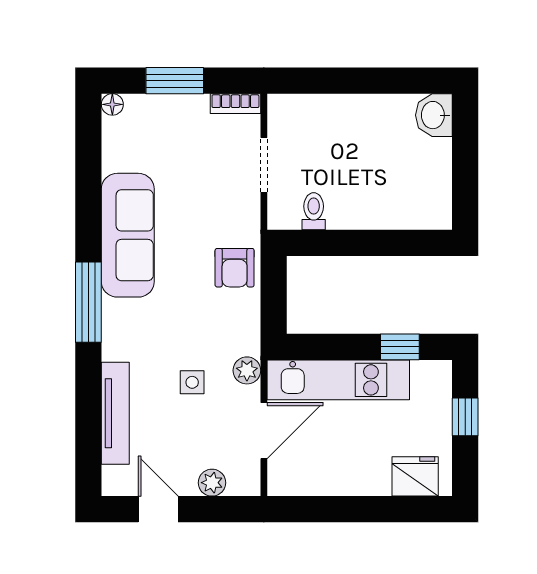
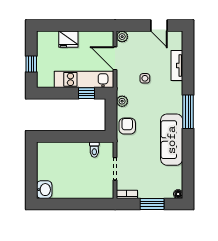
window: (400, 347) -> (87, 93), moved
plant: (247, 370) -> (122, 101), moved
tv unit: (115, 413) -> (177, 65), width x0.71
door: (264, 431) -> (115, 58), hinge flipped
fridge: (415, 476) -> (68, 39), moved
plant: (212, 483) -> (122, 37), moved

